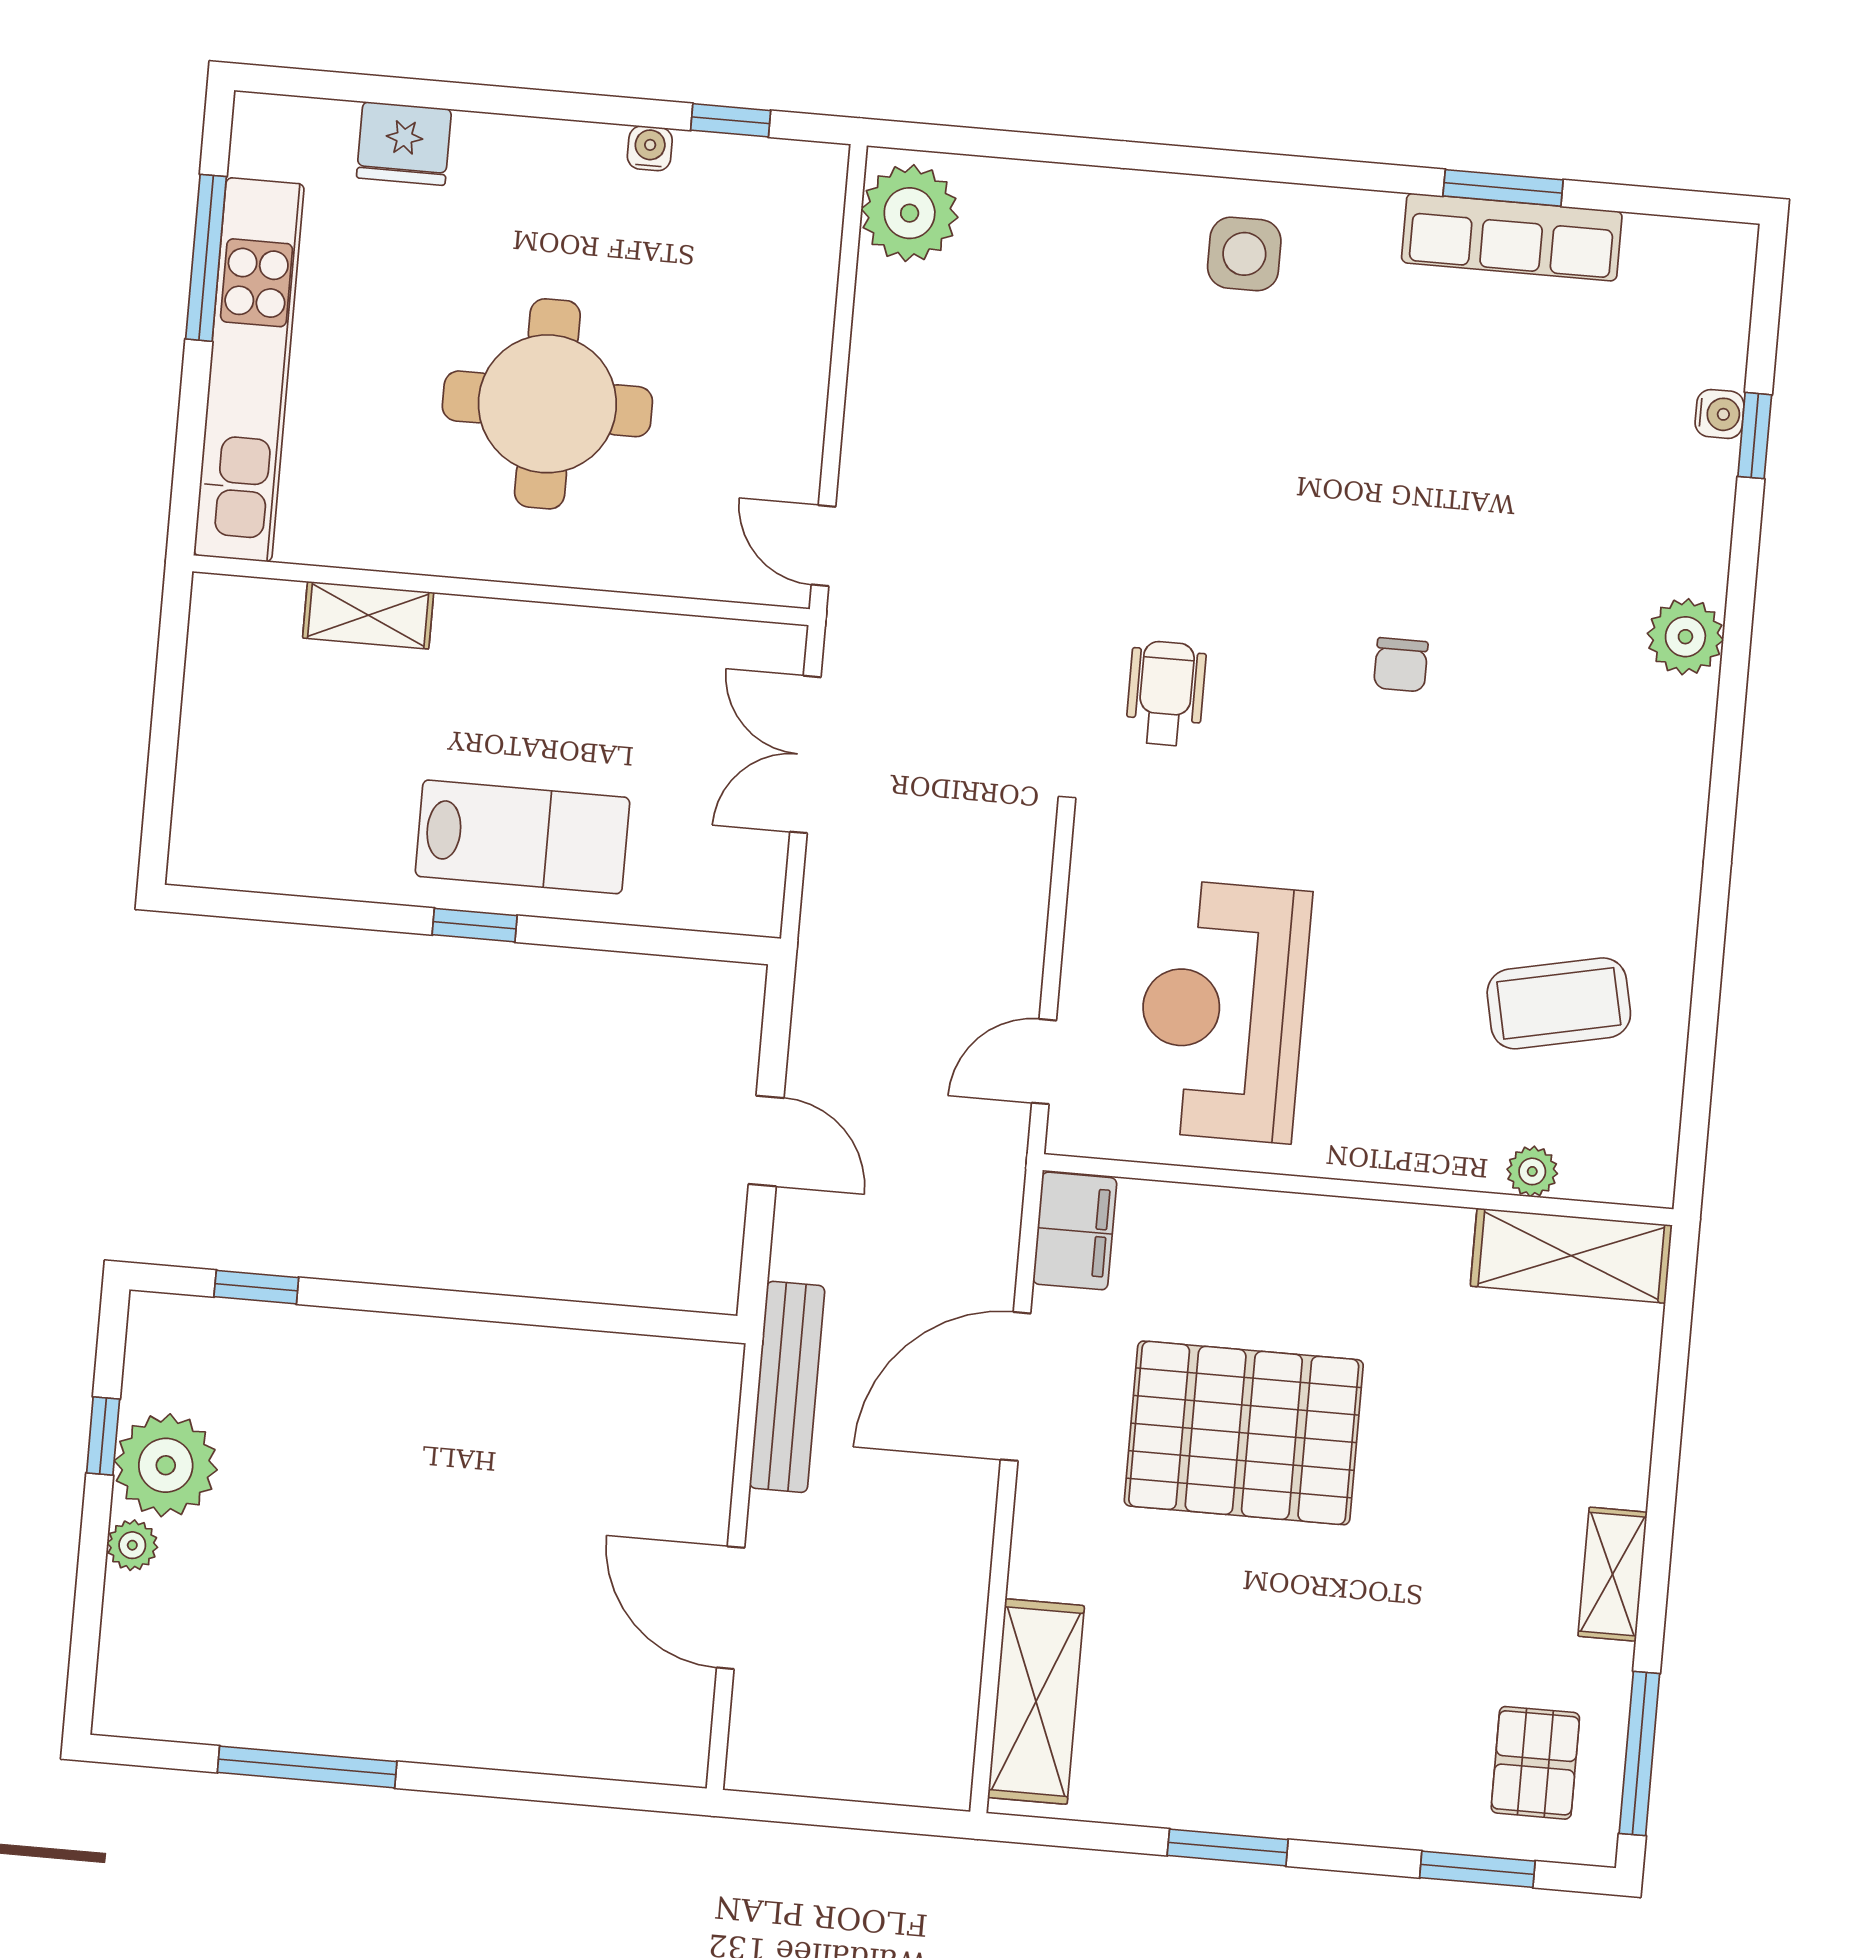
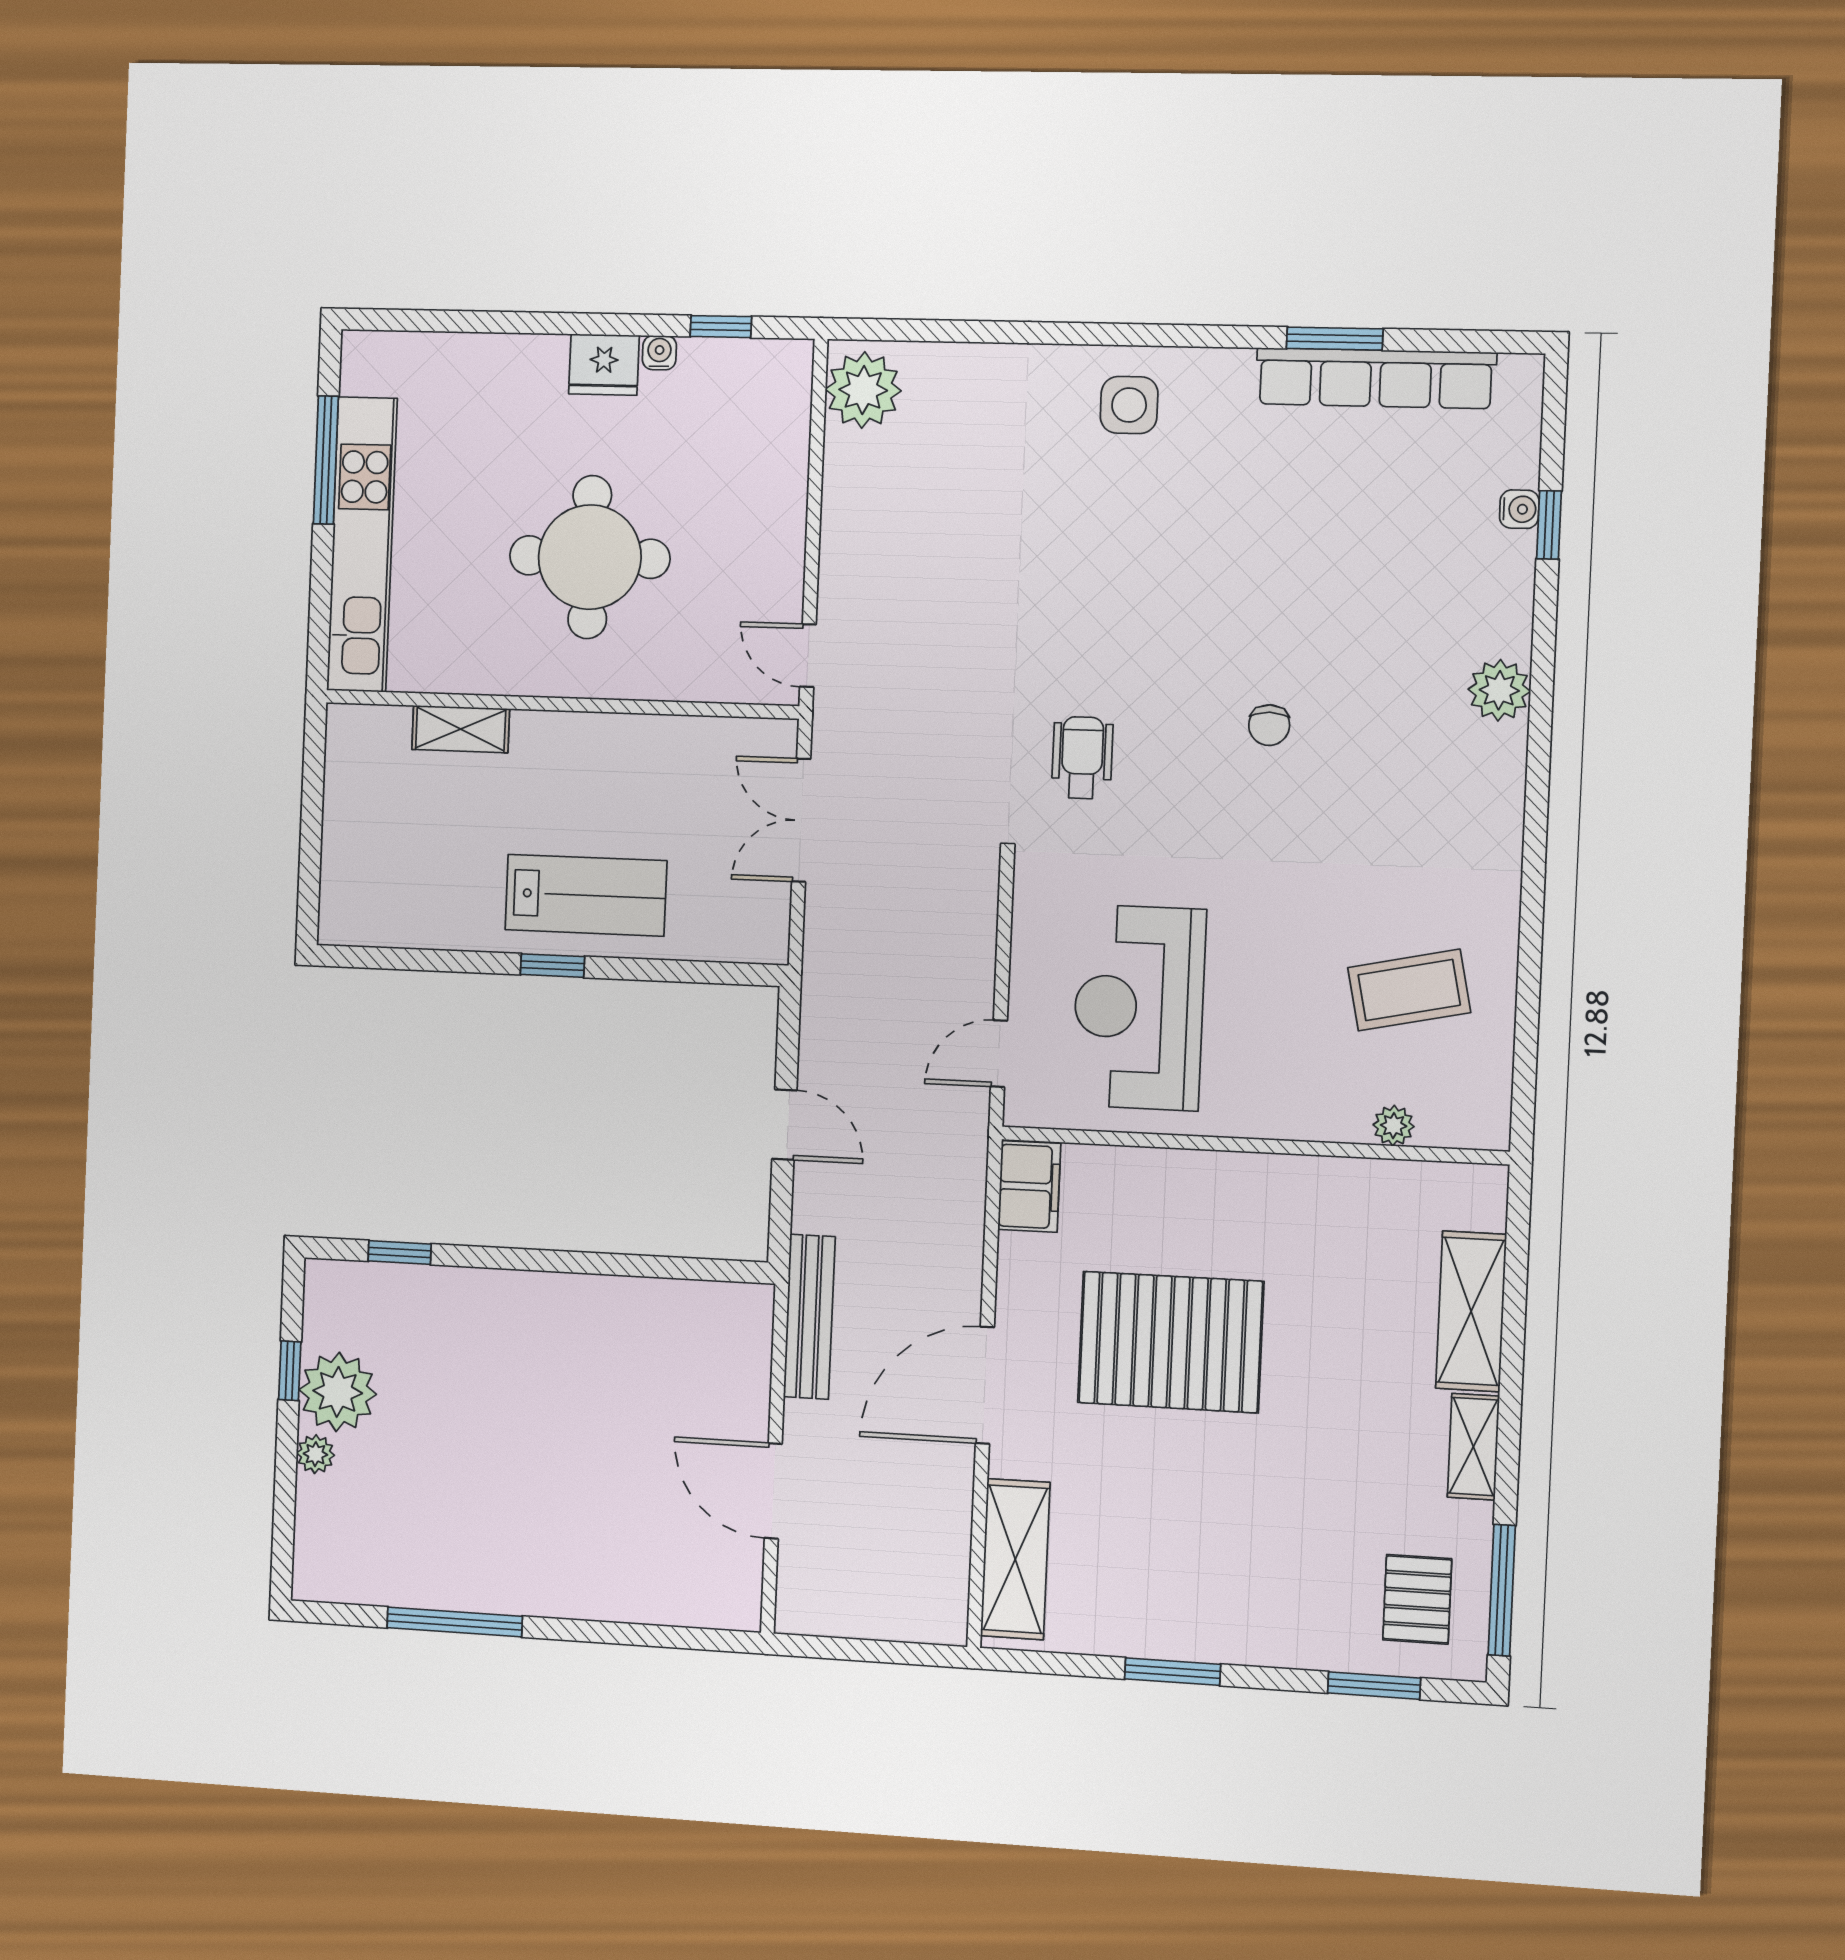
fridge: (404, 144) -> (604, 365), moved
row of seats: (1512, 237) -> (1375, 378), width x1.36
shelving: (1571, 1256) -> (1471, 1311), moved, turned 90
door: (1016, 1386) -> (985, 1385), moved

